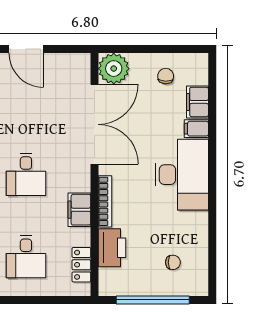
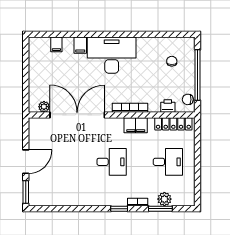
plant: (114, 69) -> (44, 107), width x0.53, depth x0.53
chair: (166, 76) -> (188, 99), moved
filing cabinet: (198, 102) -> (56, 44), width x0.50
printer: (112, 248) -> (168, 106), width x0.53, depth x0.68
locker: (81, 265) -> (173, 124), width x1.53

